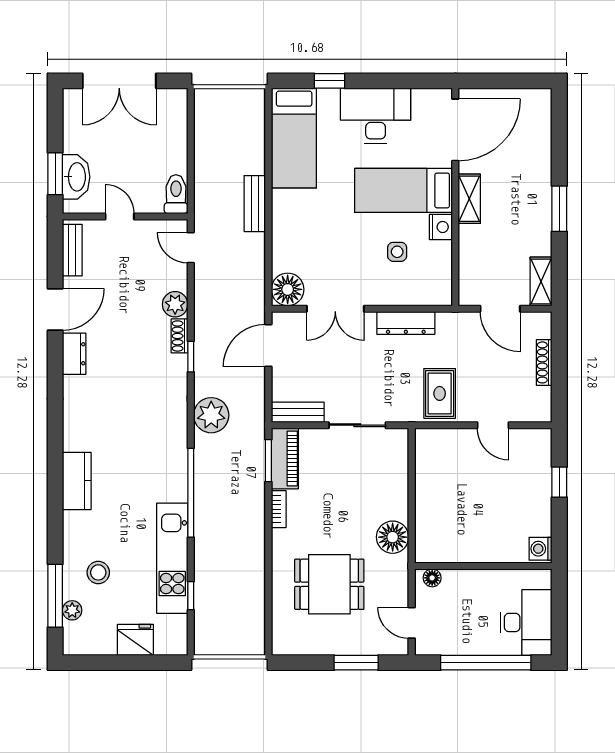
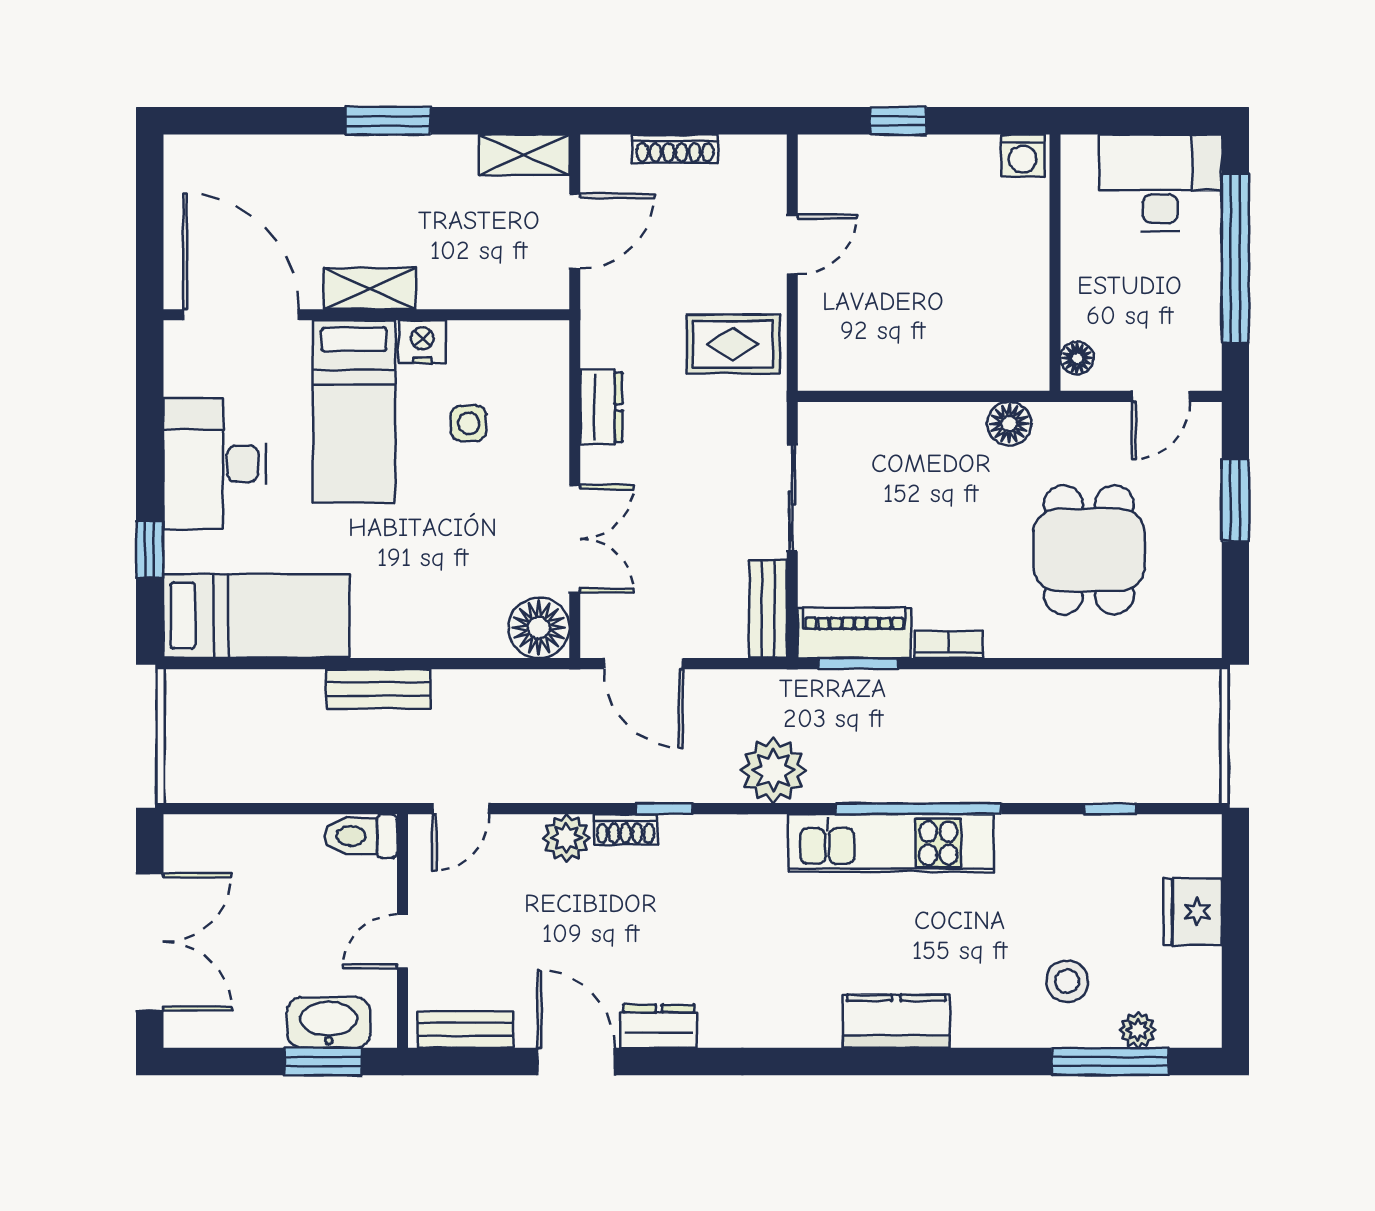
dresser: (406, 323) -> (601, 407), width x0.70
floor lamp: (393, 537) -> (1009, 424), width x0.73, depth x0.73
kitchen unit: (172, 558) -> (891, 843), moved

